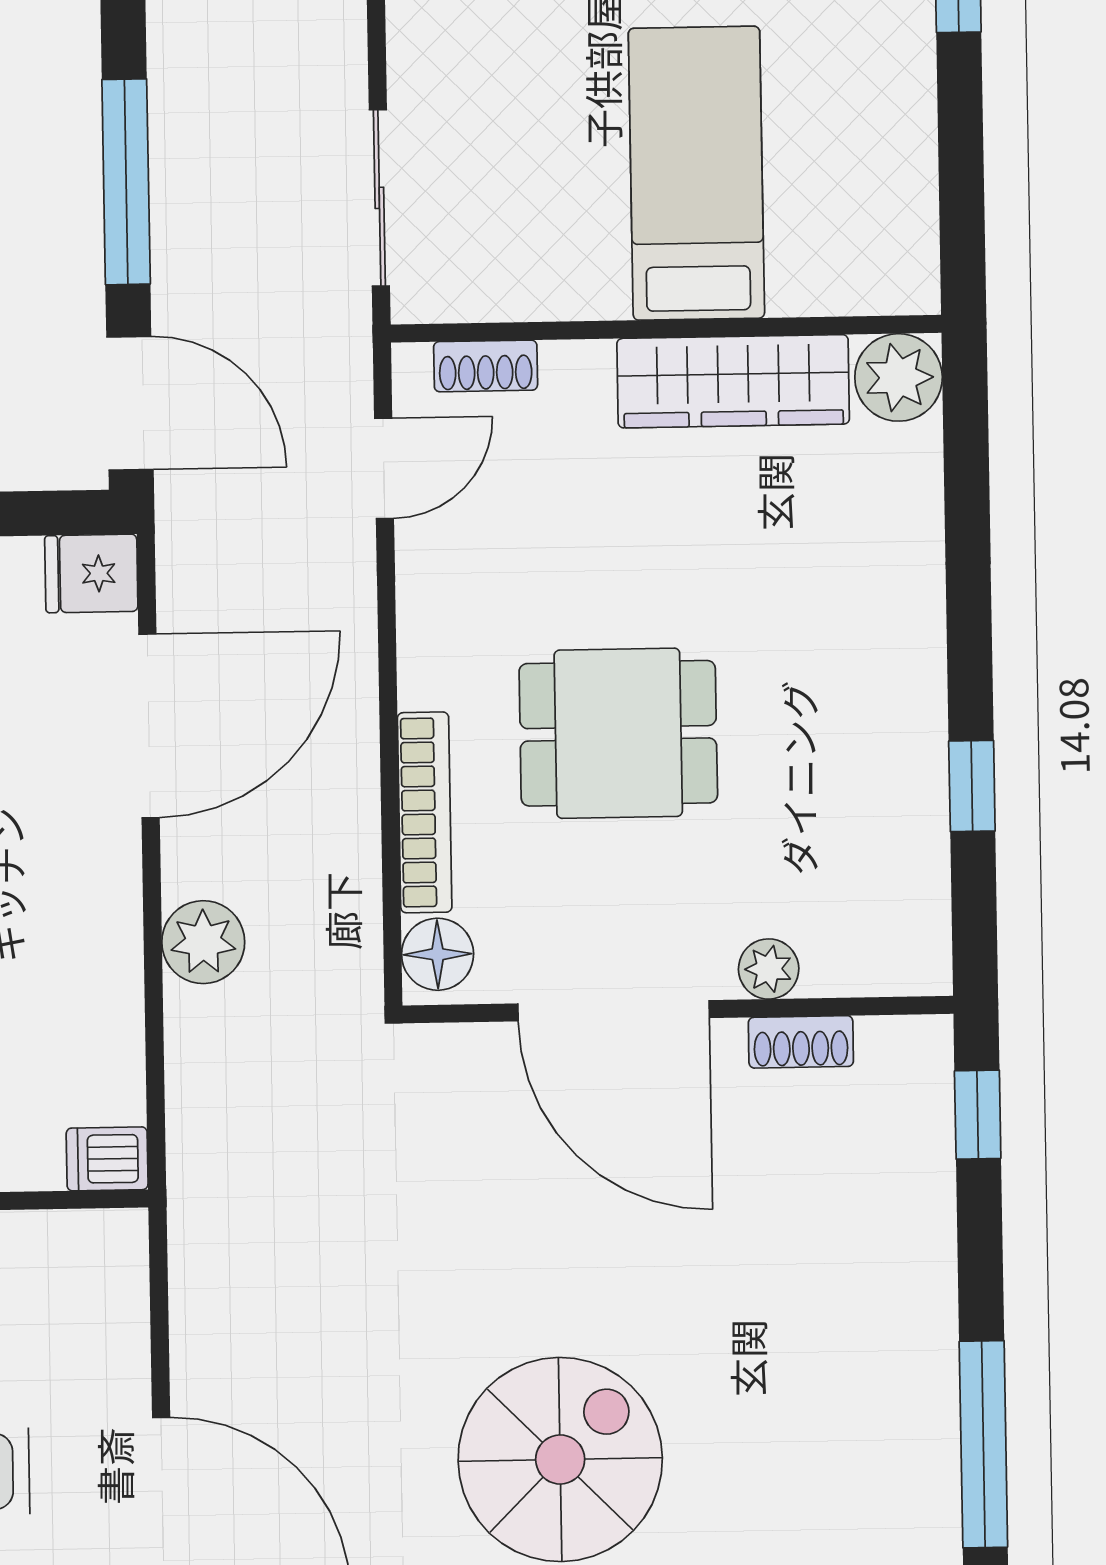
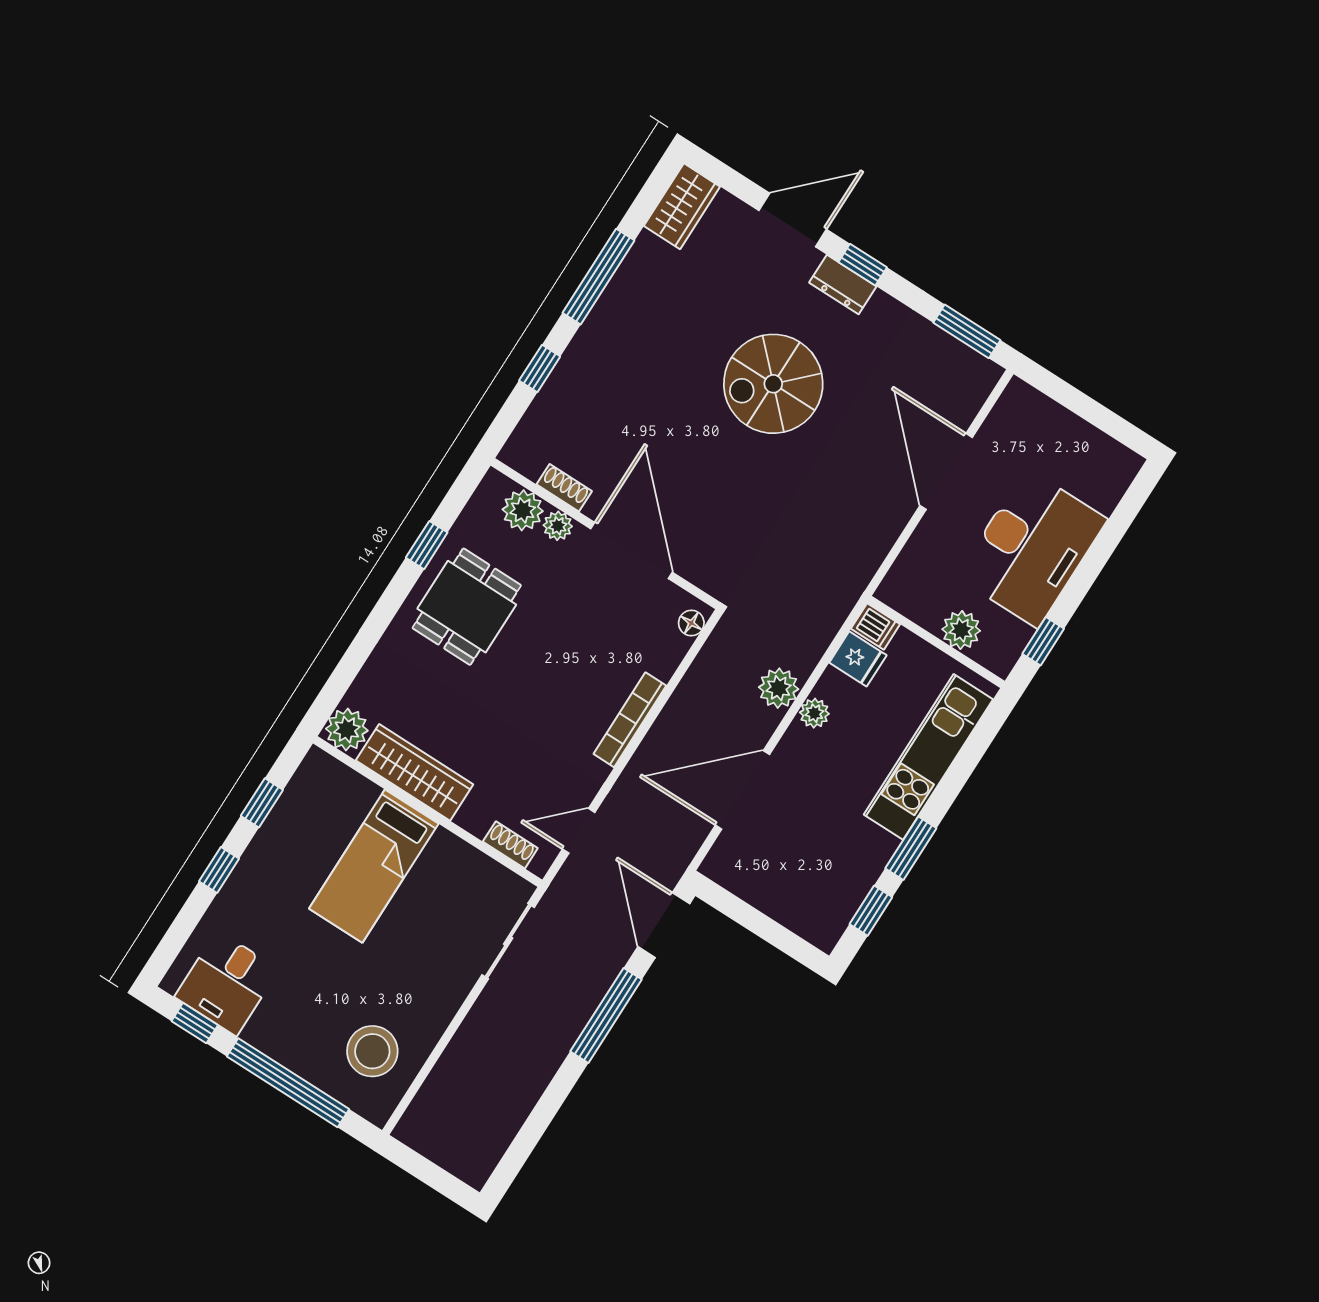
window: (961, 154) -> (262, 803), added
fridge: (91, 573) -> (858, 659), moved
dining table: (618, 733) -> (467, 607), moved, turned 90
bookcase: (425, 812) -> (630, 720), moved
plant: (113, 940) -> (814, 713), added
floor lamp: (438, 954) -> (691, 623), width x0.73, depth x0.73
plant: (847, 956) -> (523, 510), added
window: (978, 1115) -> (540, 369), moved

